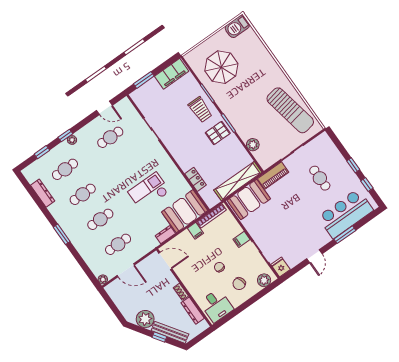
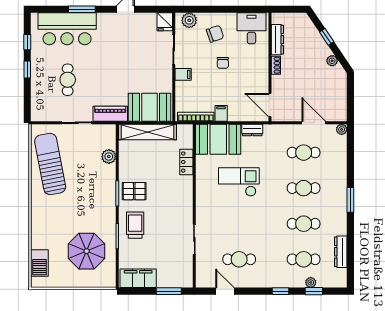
barbecue: (237, 27) -> (39, 263), moved, turned 90
plant: (72, 140) -> (311, 282), moved
checkout: (149, 191) -> (239, 182), turned 180
plant: (145, 319) -> (332, 61), width x0.53, depth x0.53
bench: (170, 332) -> (313, 34), removed

